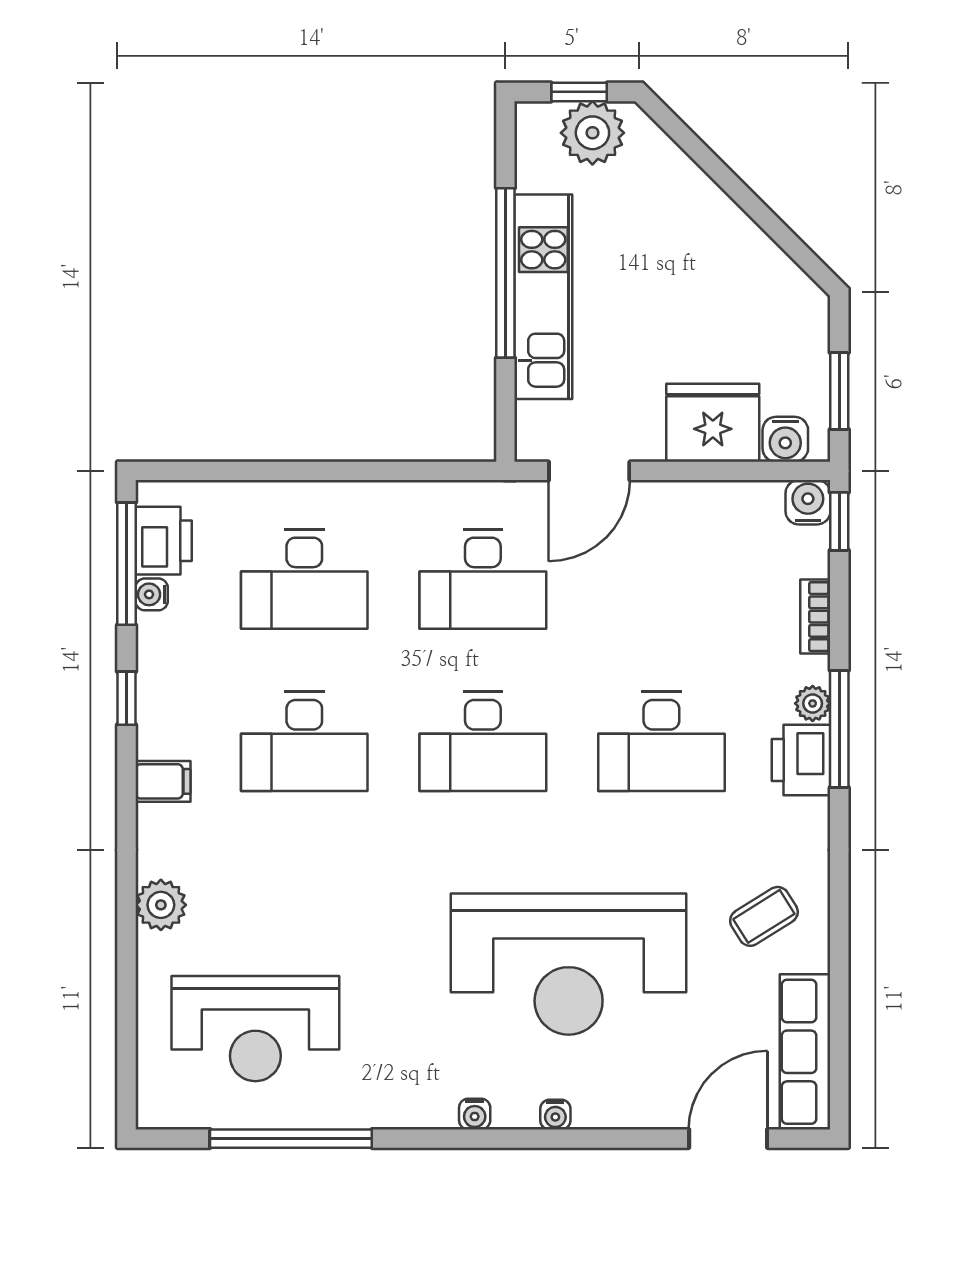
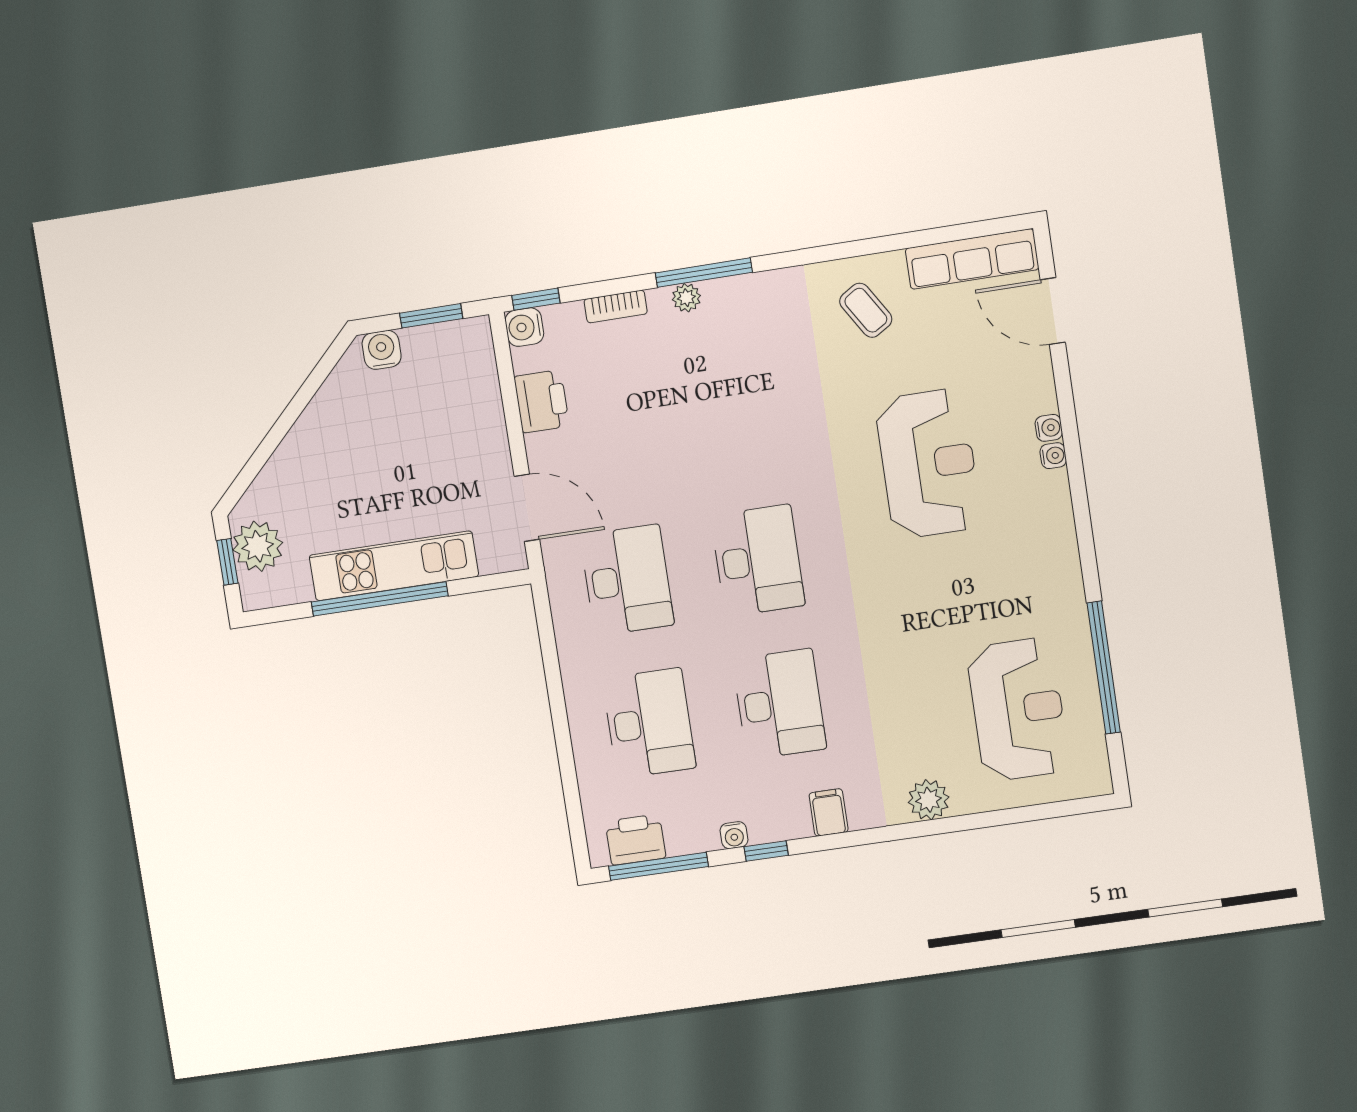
fridge: (713, 423) -> (473, 414), removed
water cooler: (785, 439) -> (382, 350), moved, turned -90
water cooler: (152, 594) -> (734, 835), moved
desk: (661, 742) -> (736, 416), removed
printer: (801, 760) -> (542, 401), moved, turned -90
reception desk: (569, 964) -> (928, 464), width x0.74, depth x0.77
water cooler: (475, 1114) -> (1049, 428), moved

